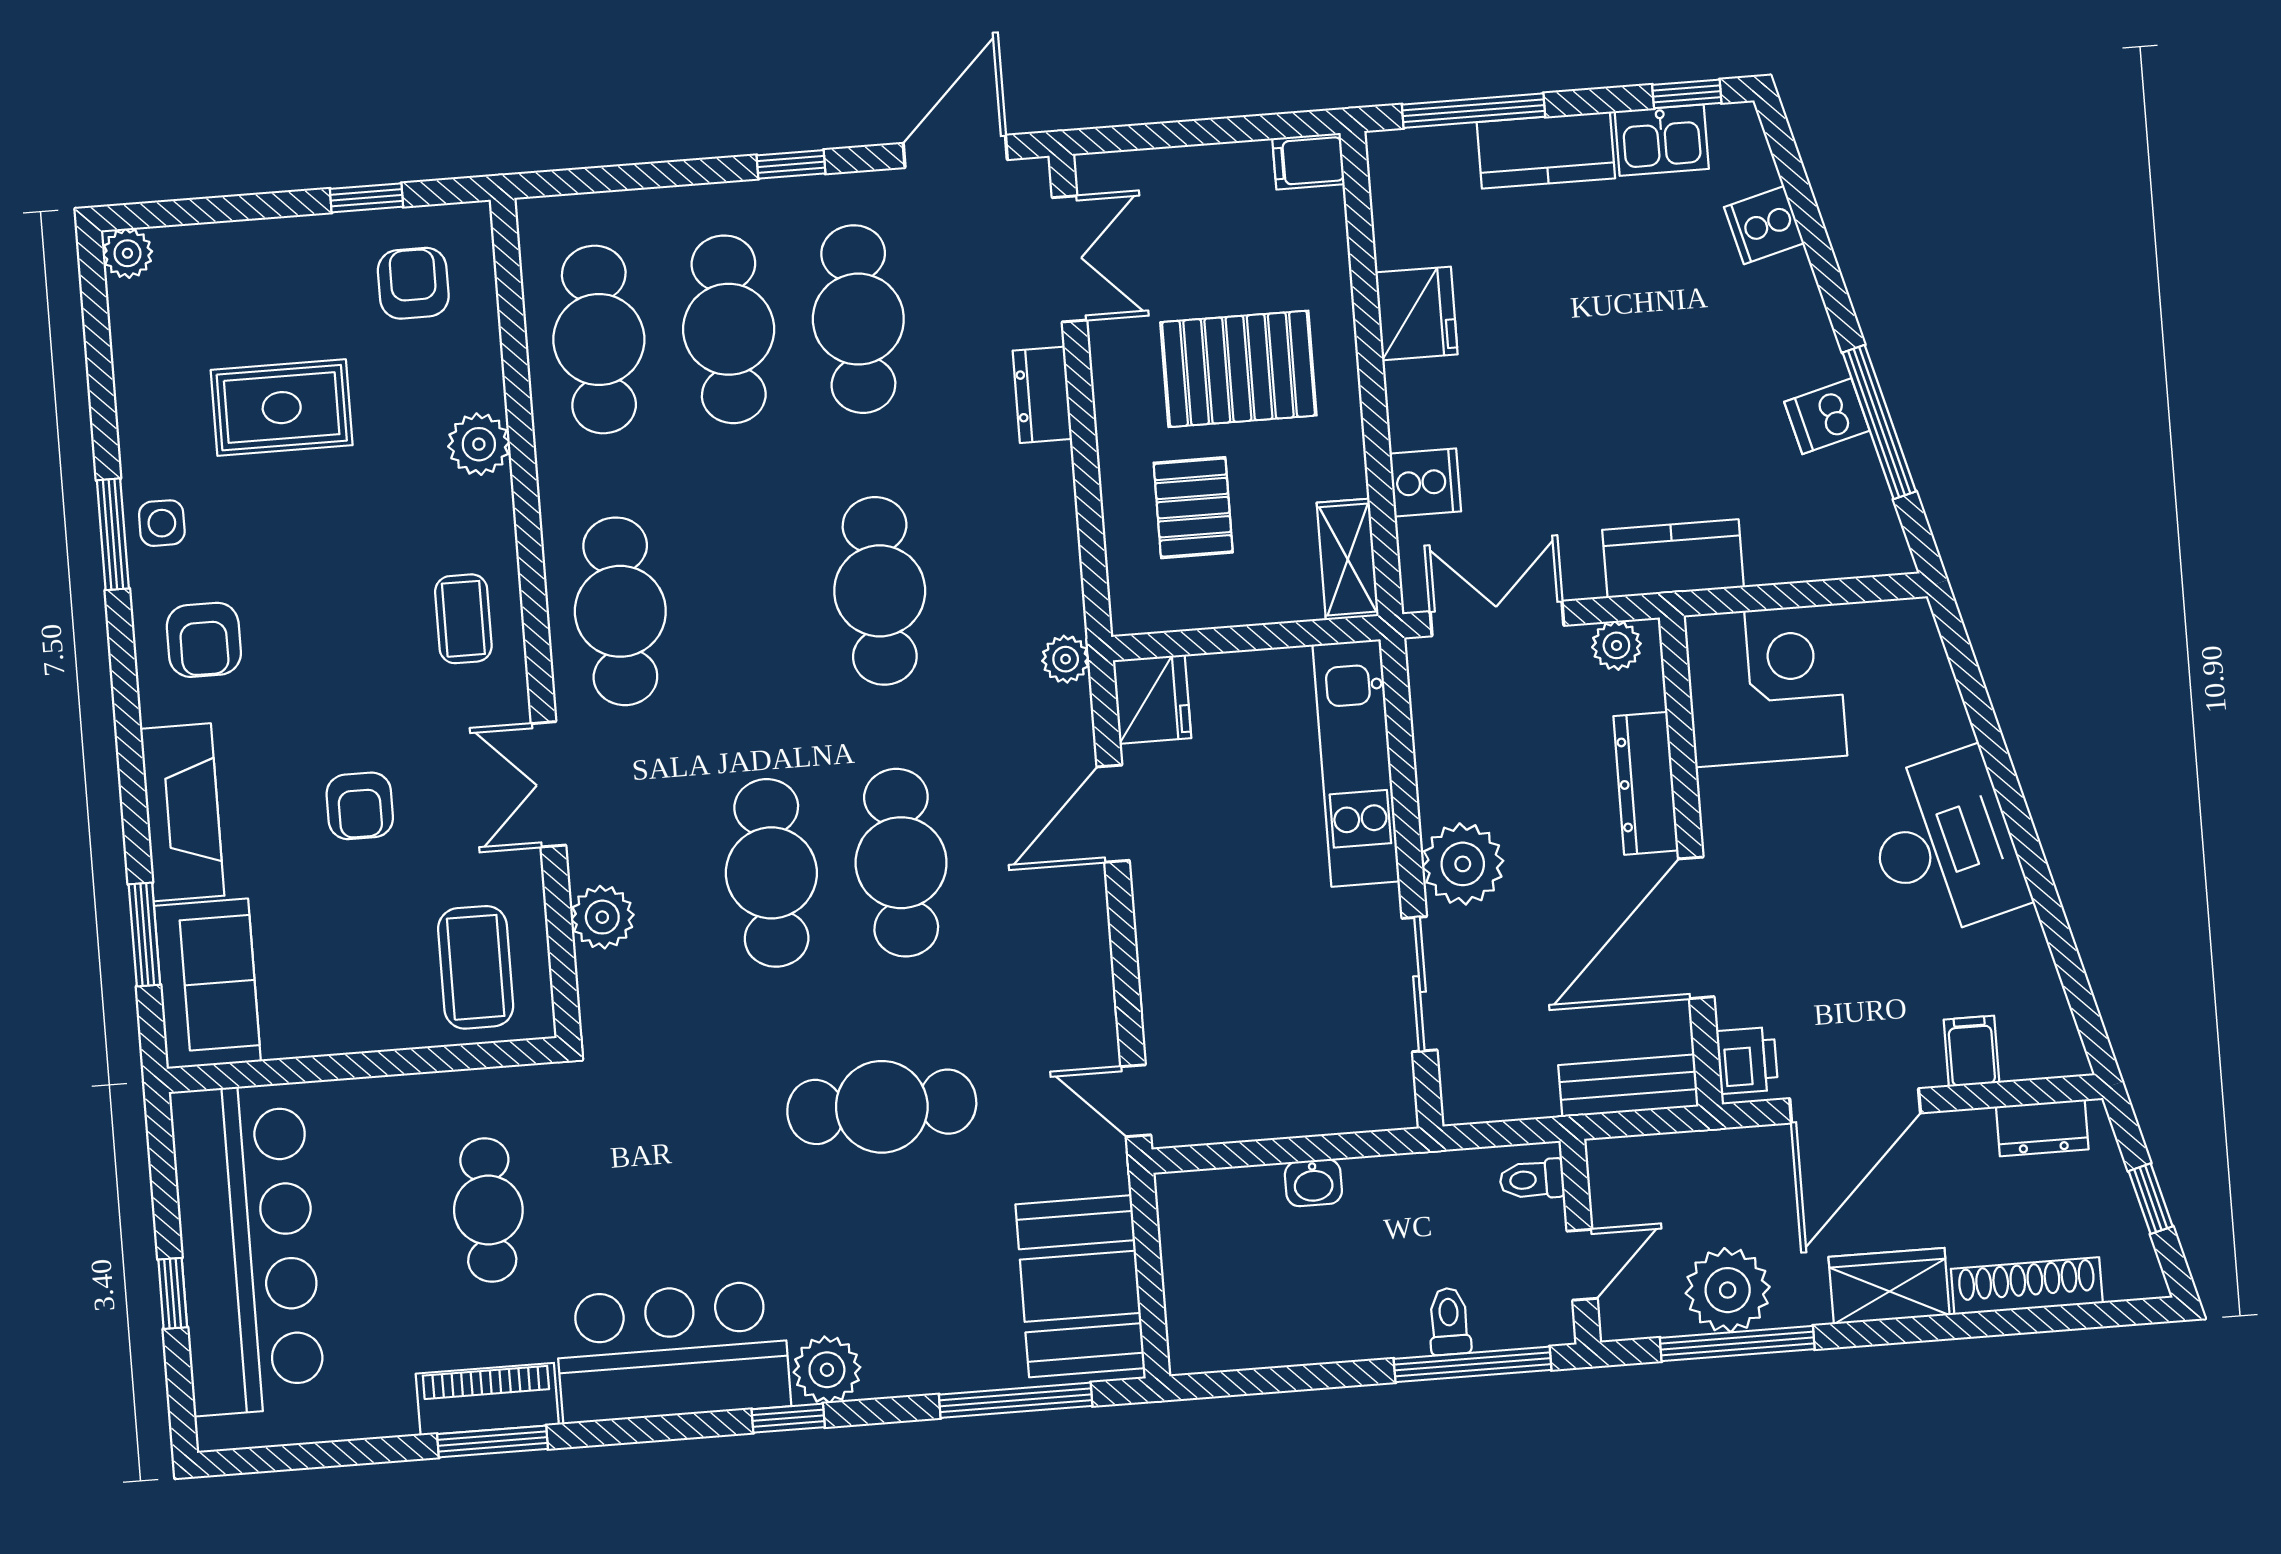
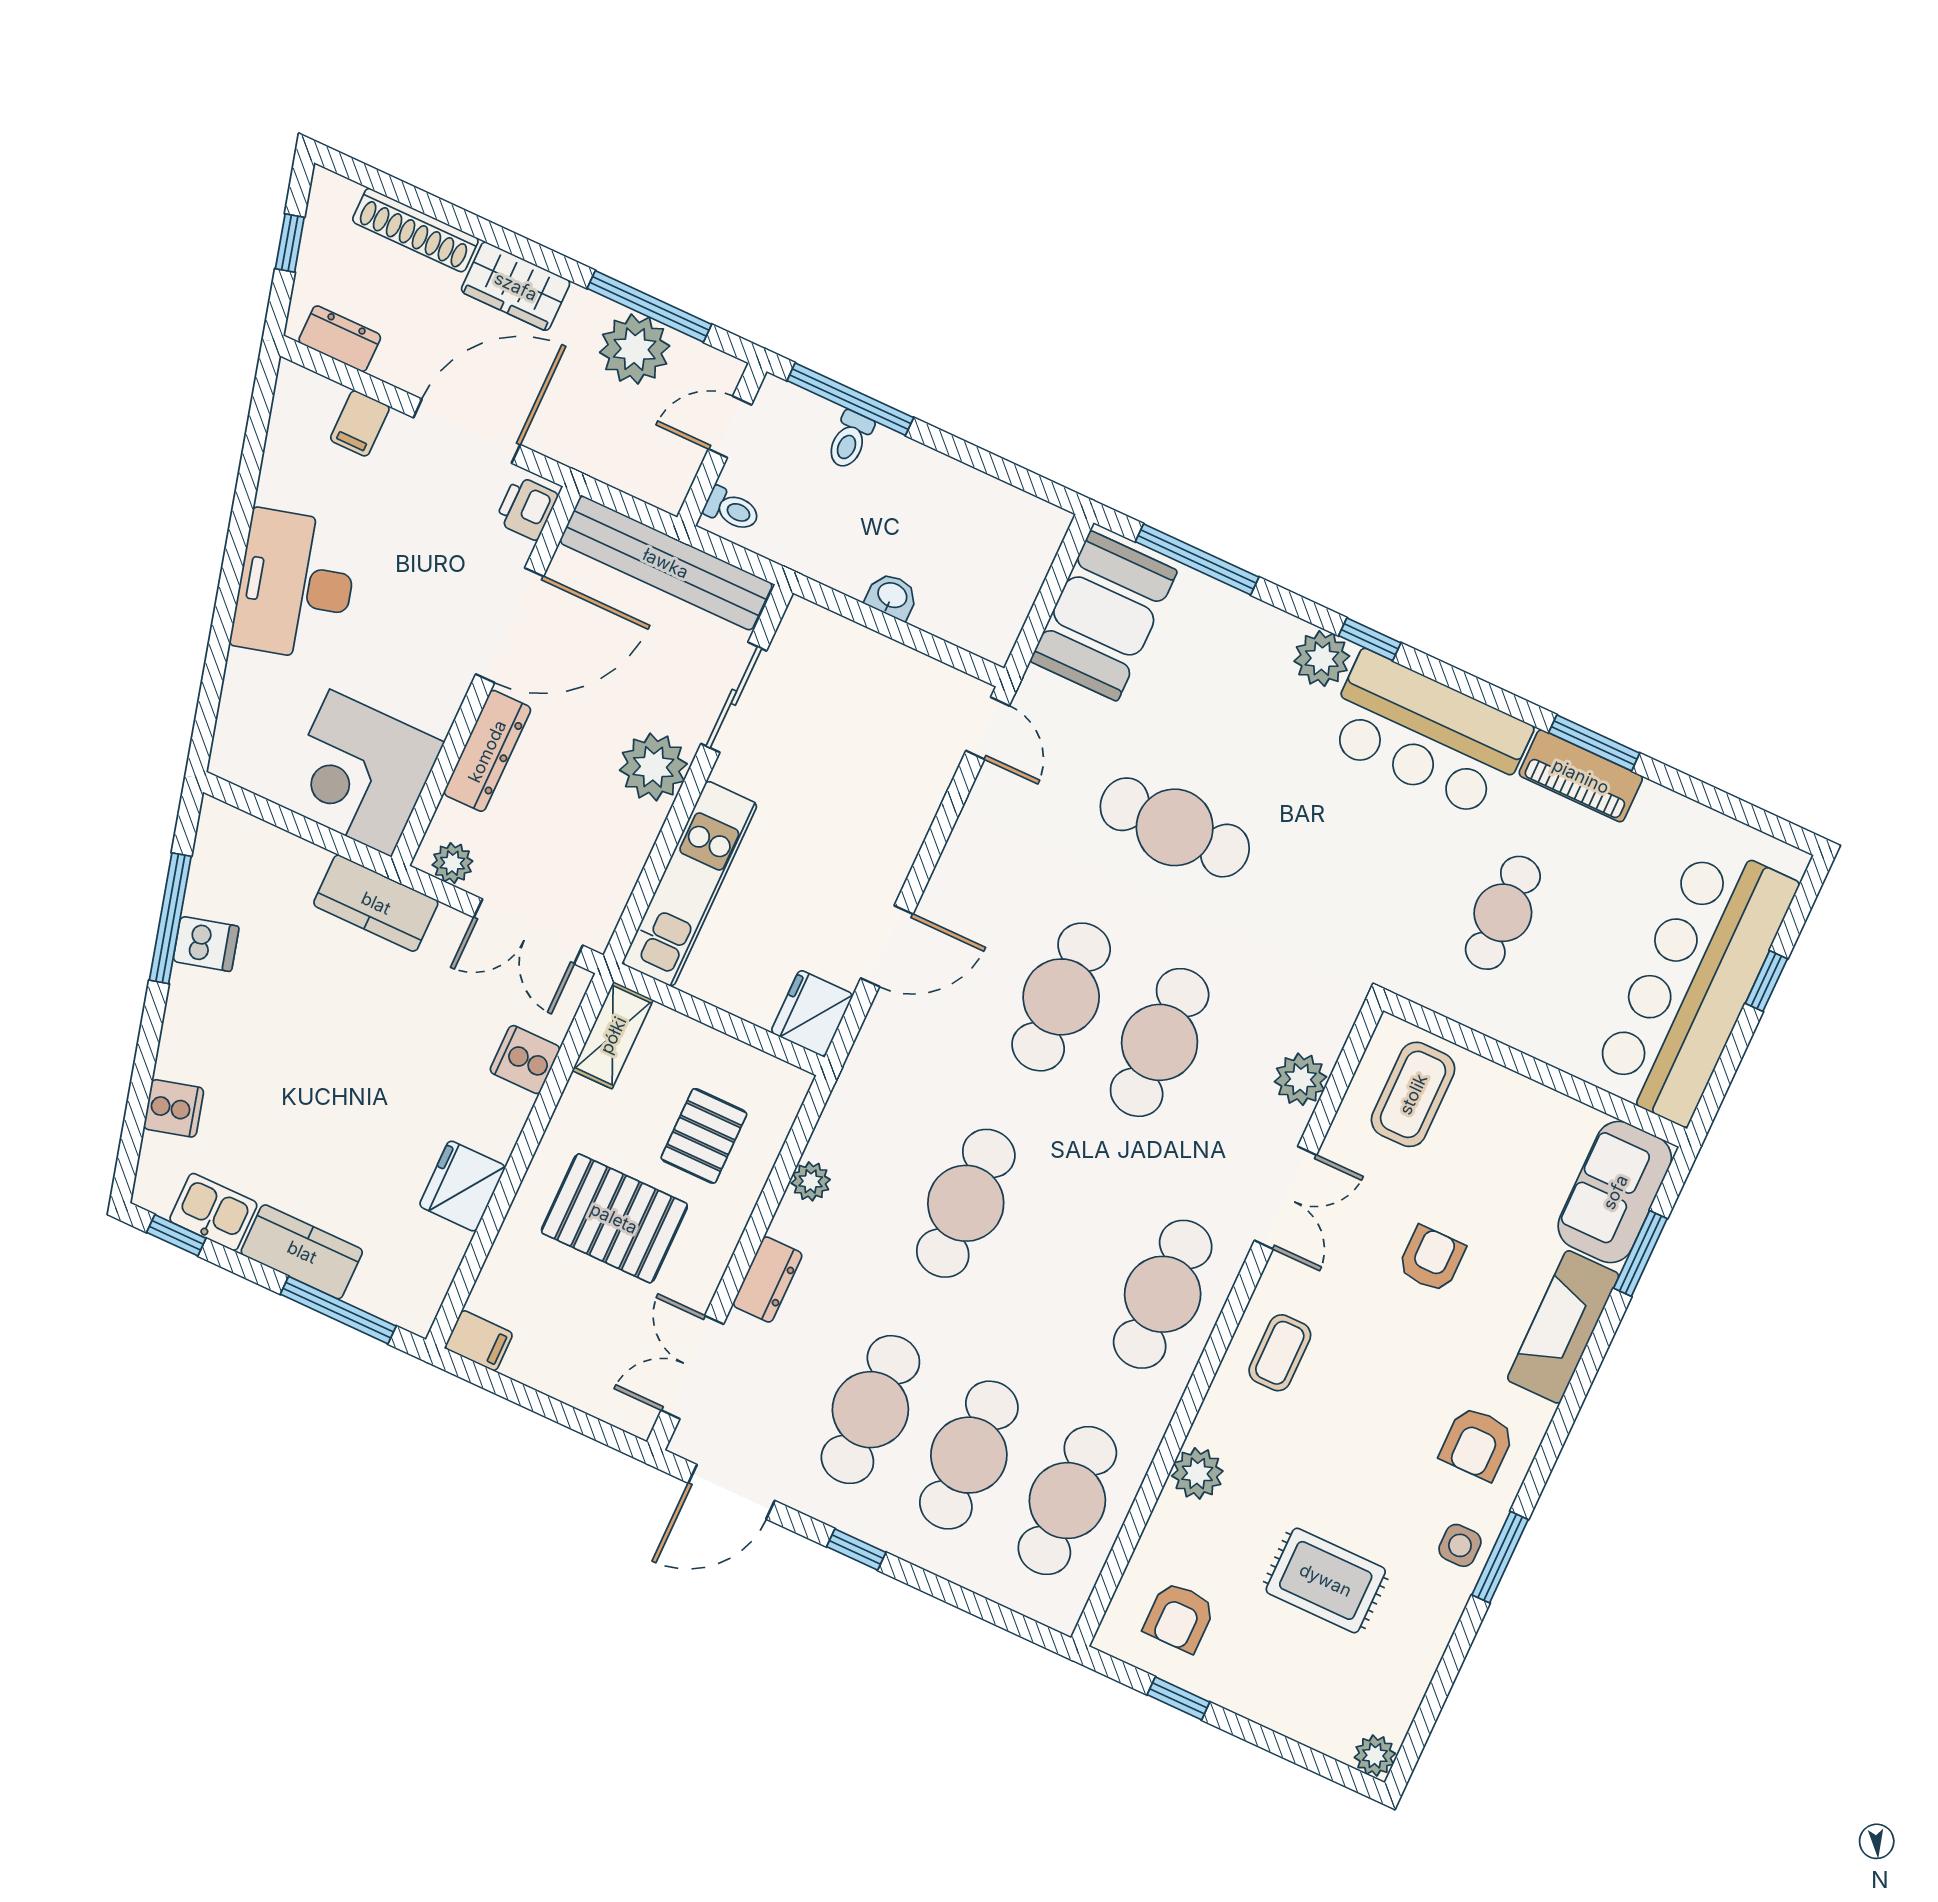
armchair: (204, 640) -> (1477, 1443), turned 180
plant: (1066, 659) -> (811, 1181), moved
bench: (1628, 1086) -> (666, 563), width x1.86, depth x1.21

